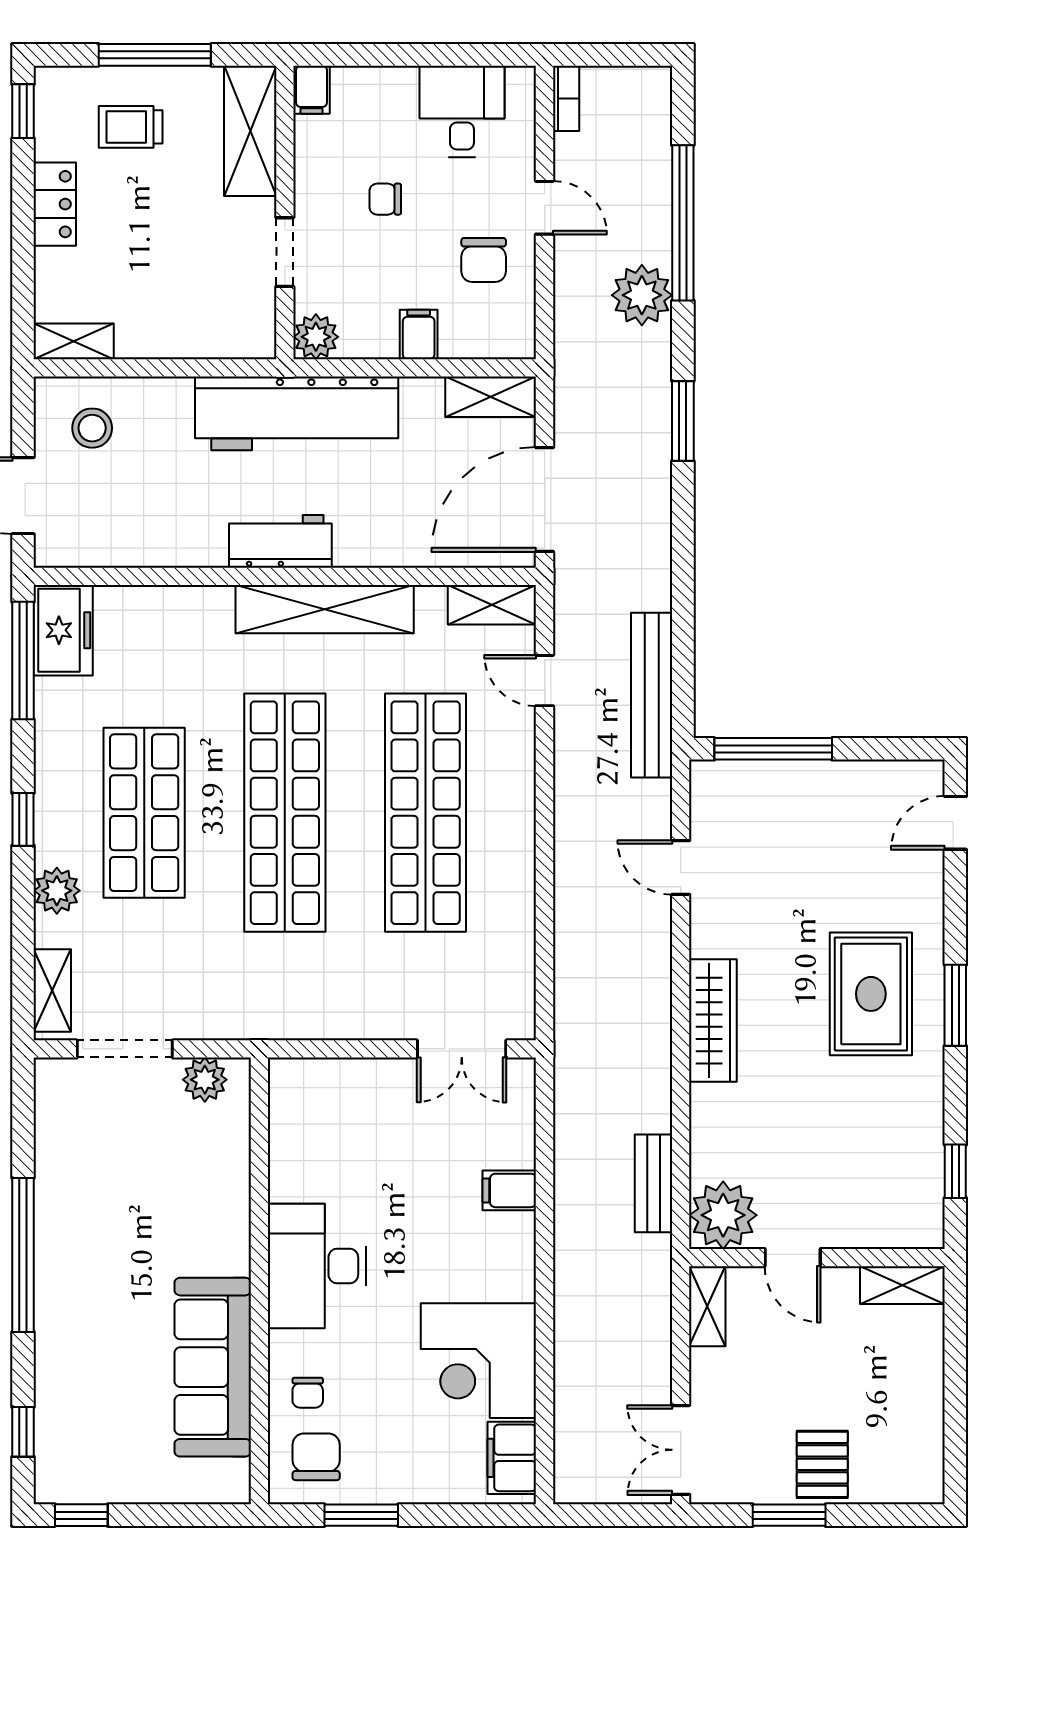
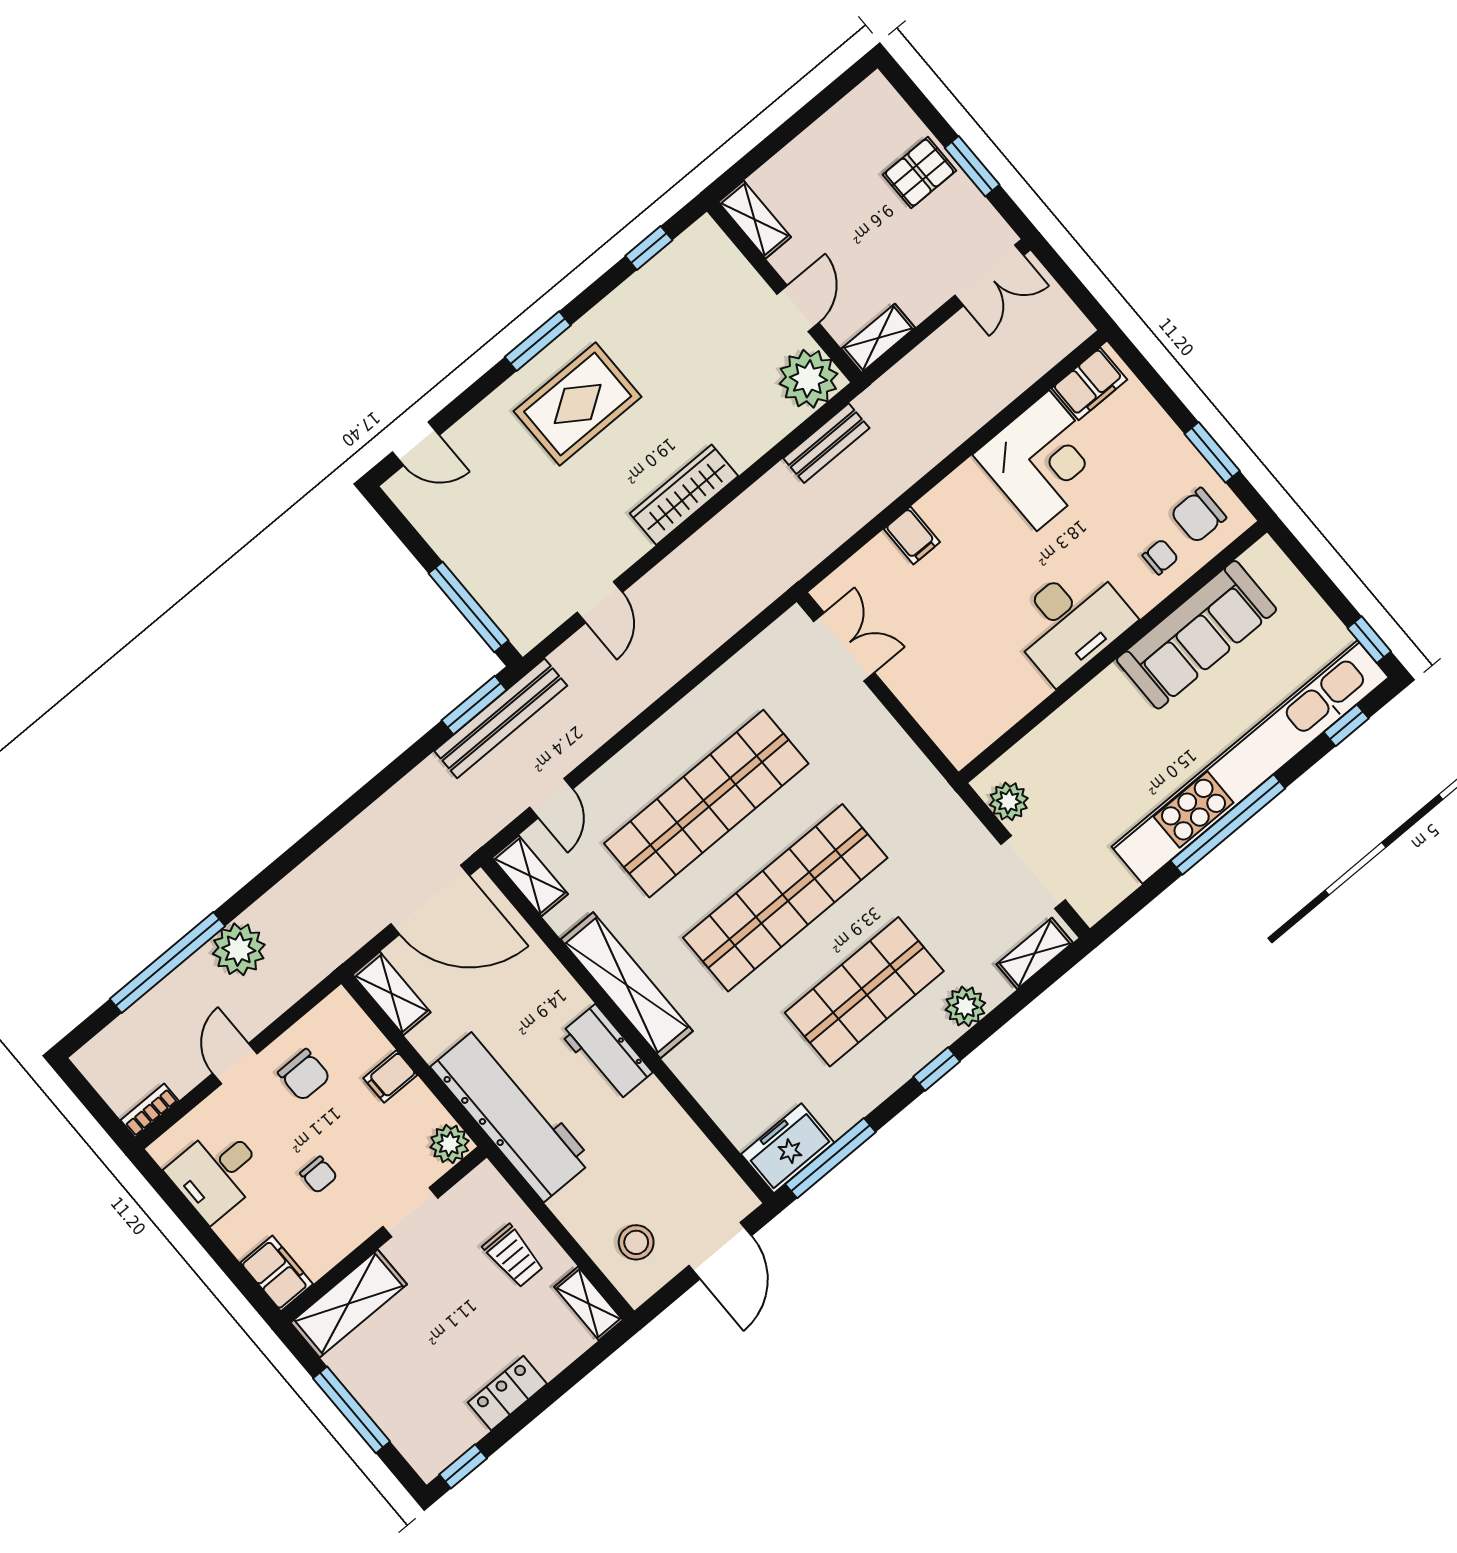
filing cabinet: (312, 90) -> (277, 1273), width x2.00
trolley: (131, 127) -> (513, 1256), moved
chair: (484, 260) -> (304, 1075), turned 90
window: (683, 421) -> (474, 705), moved
kitchen unit: (62, 1320) -> (1250, 762), added

